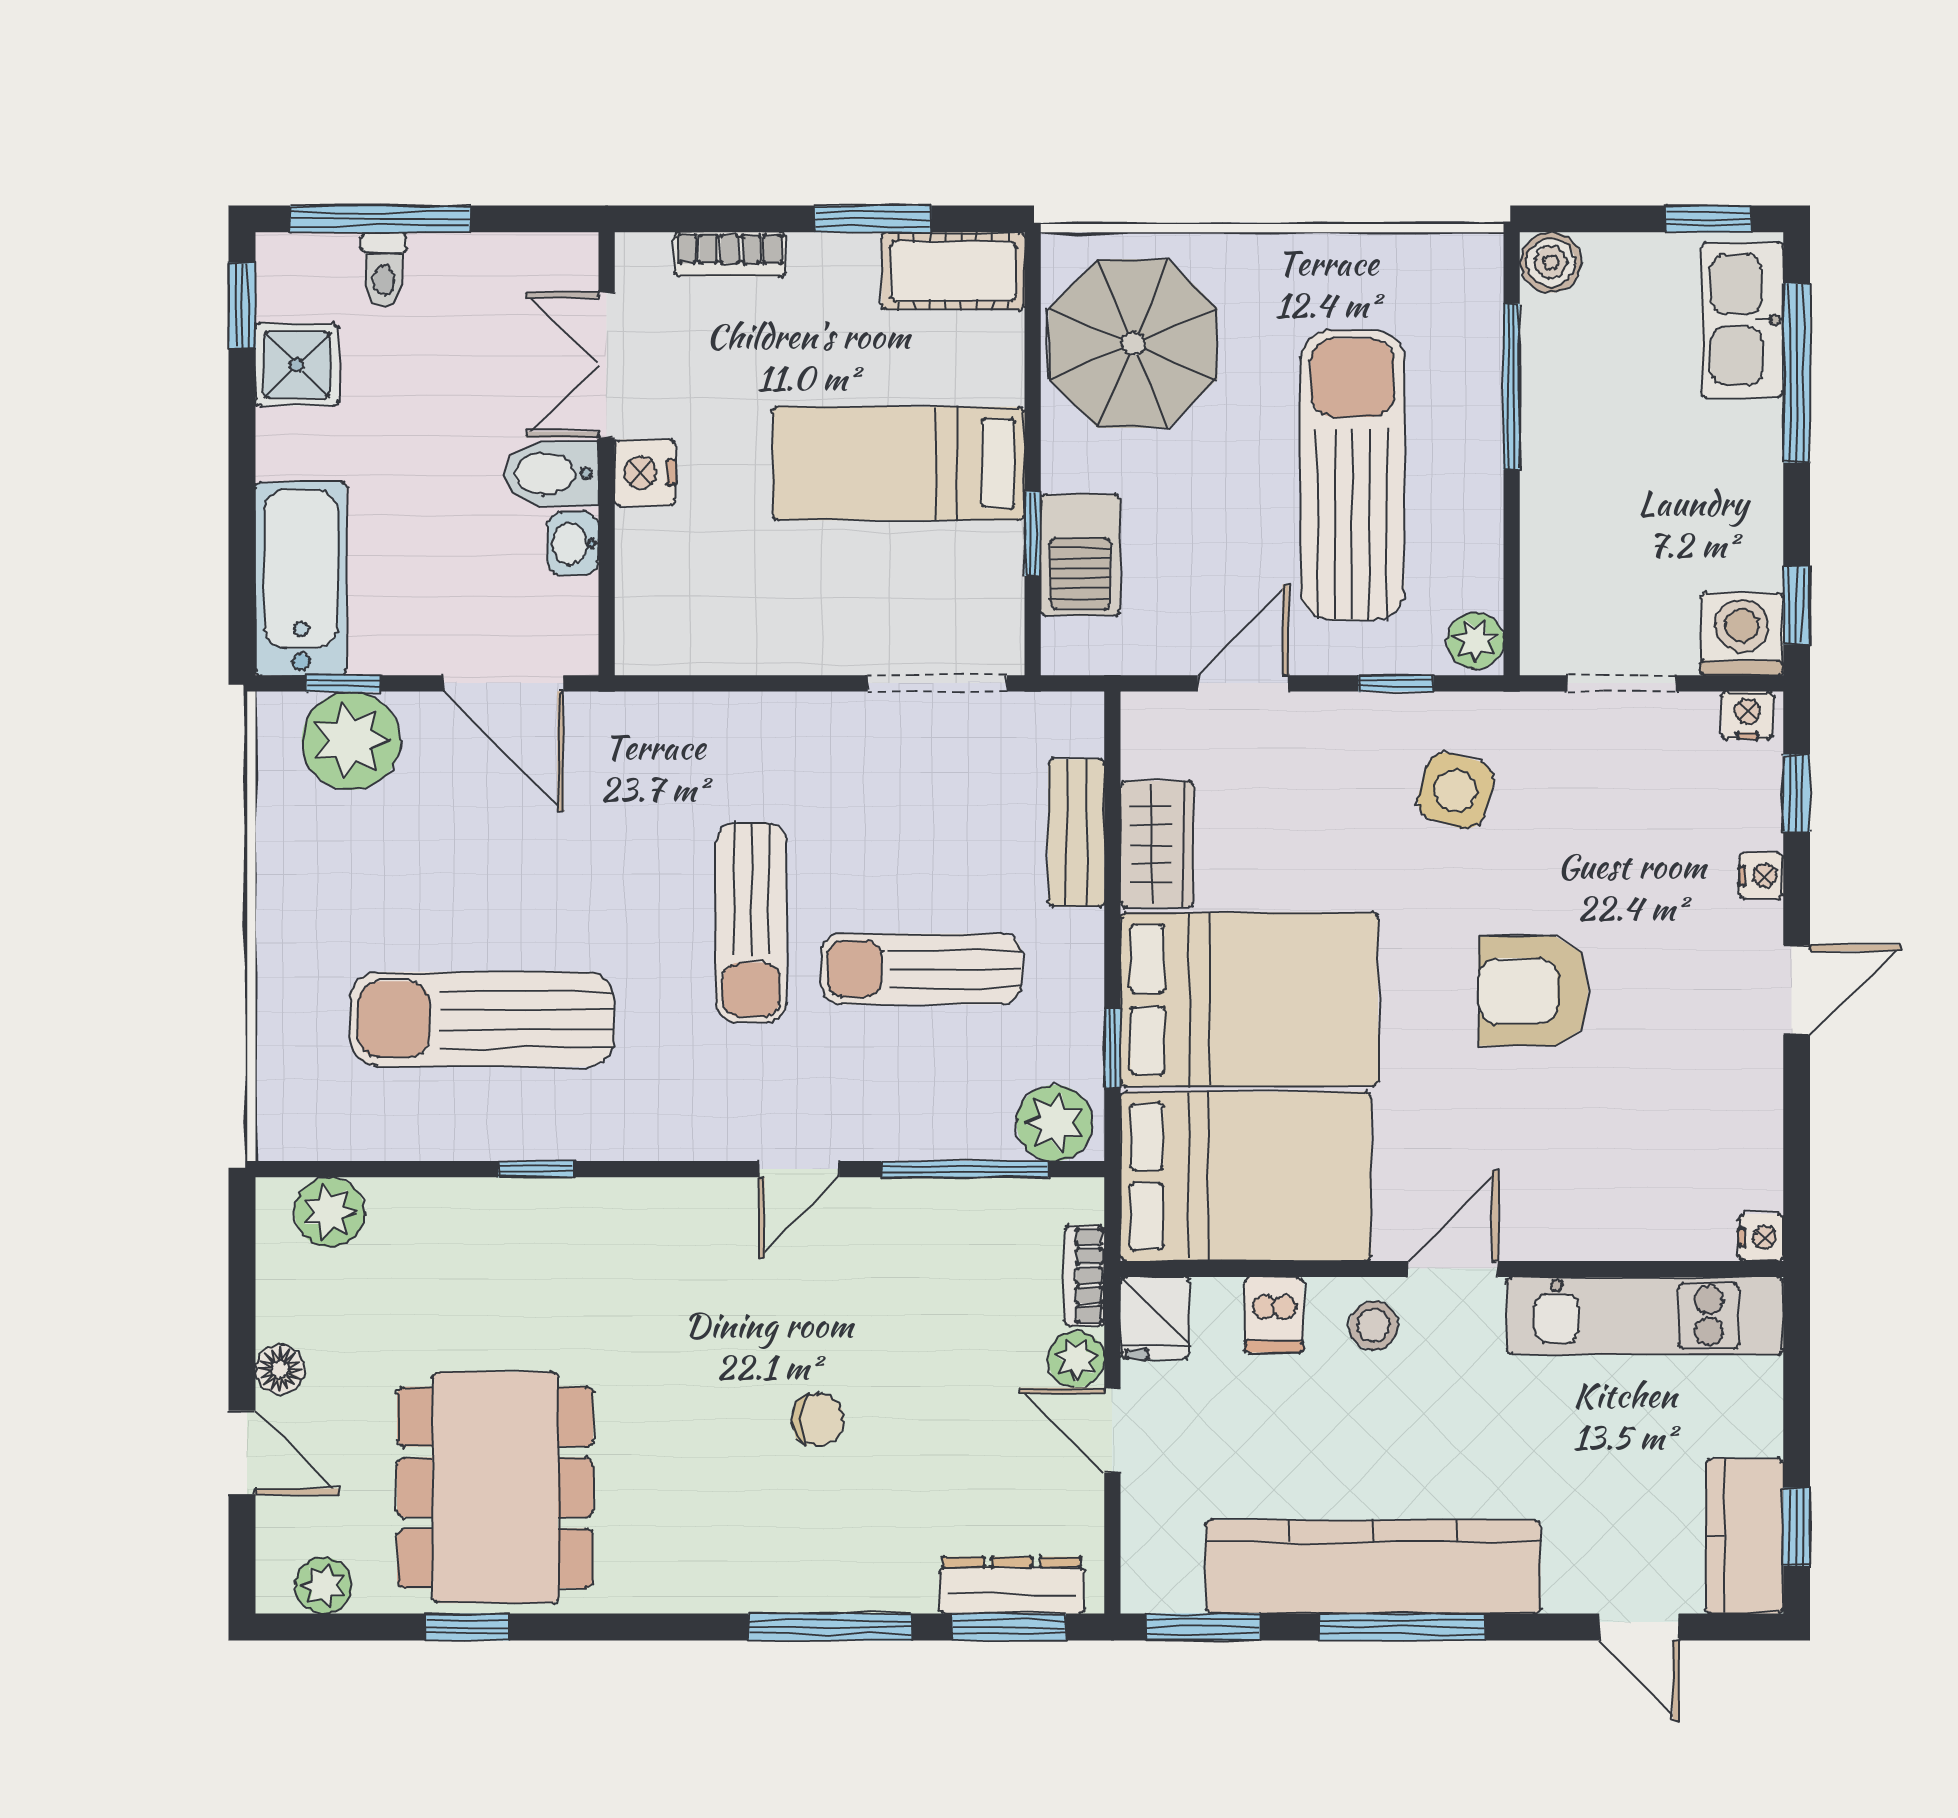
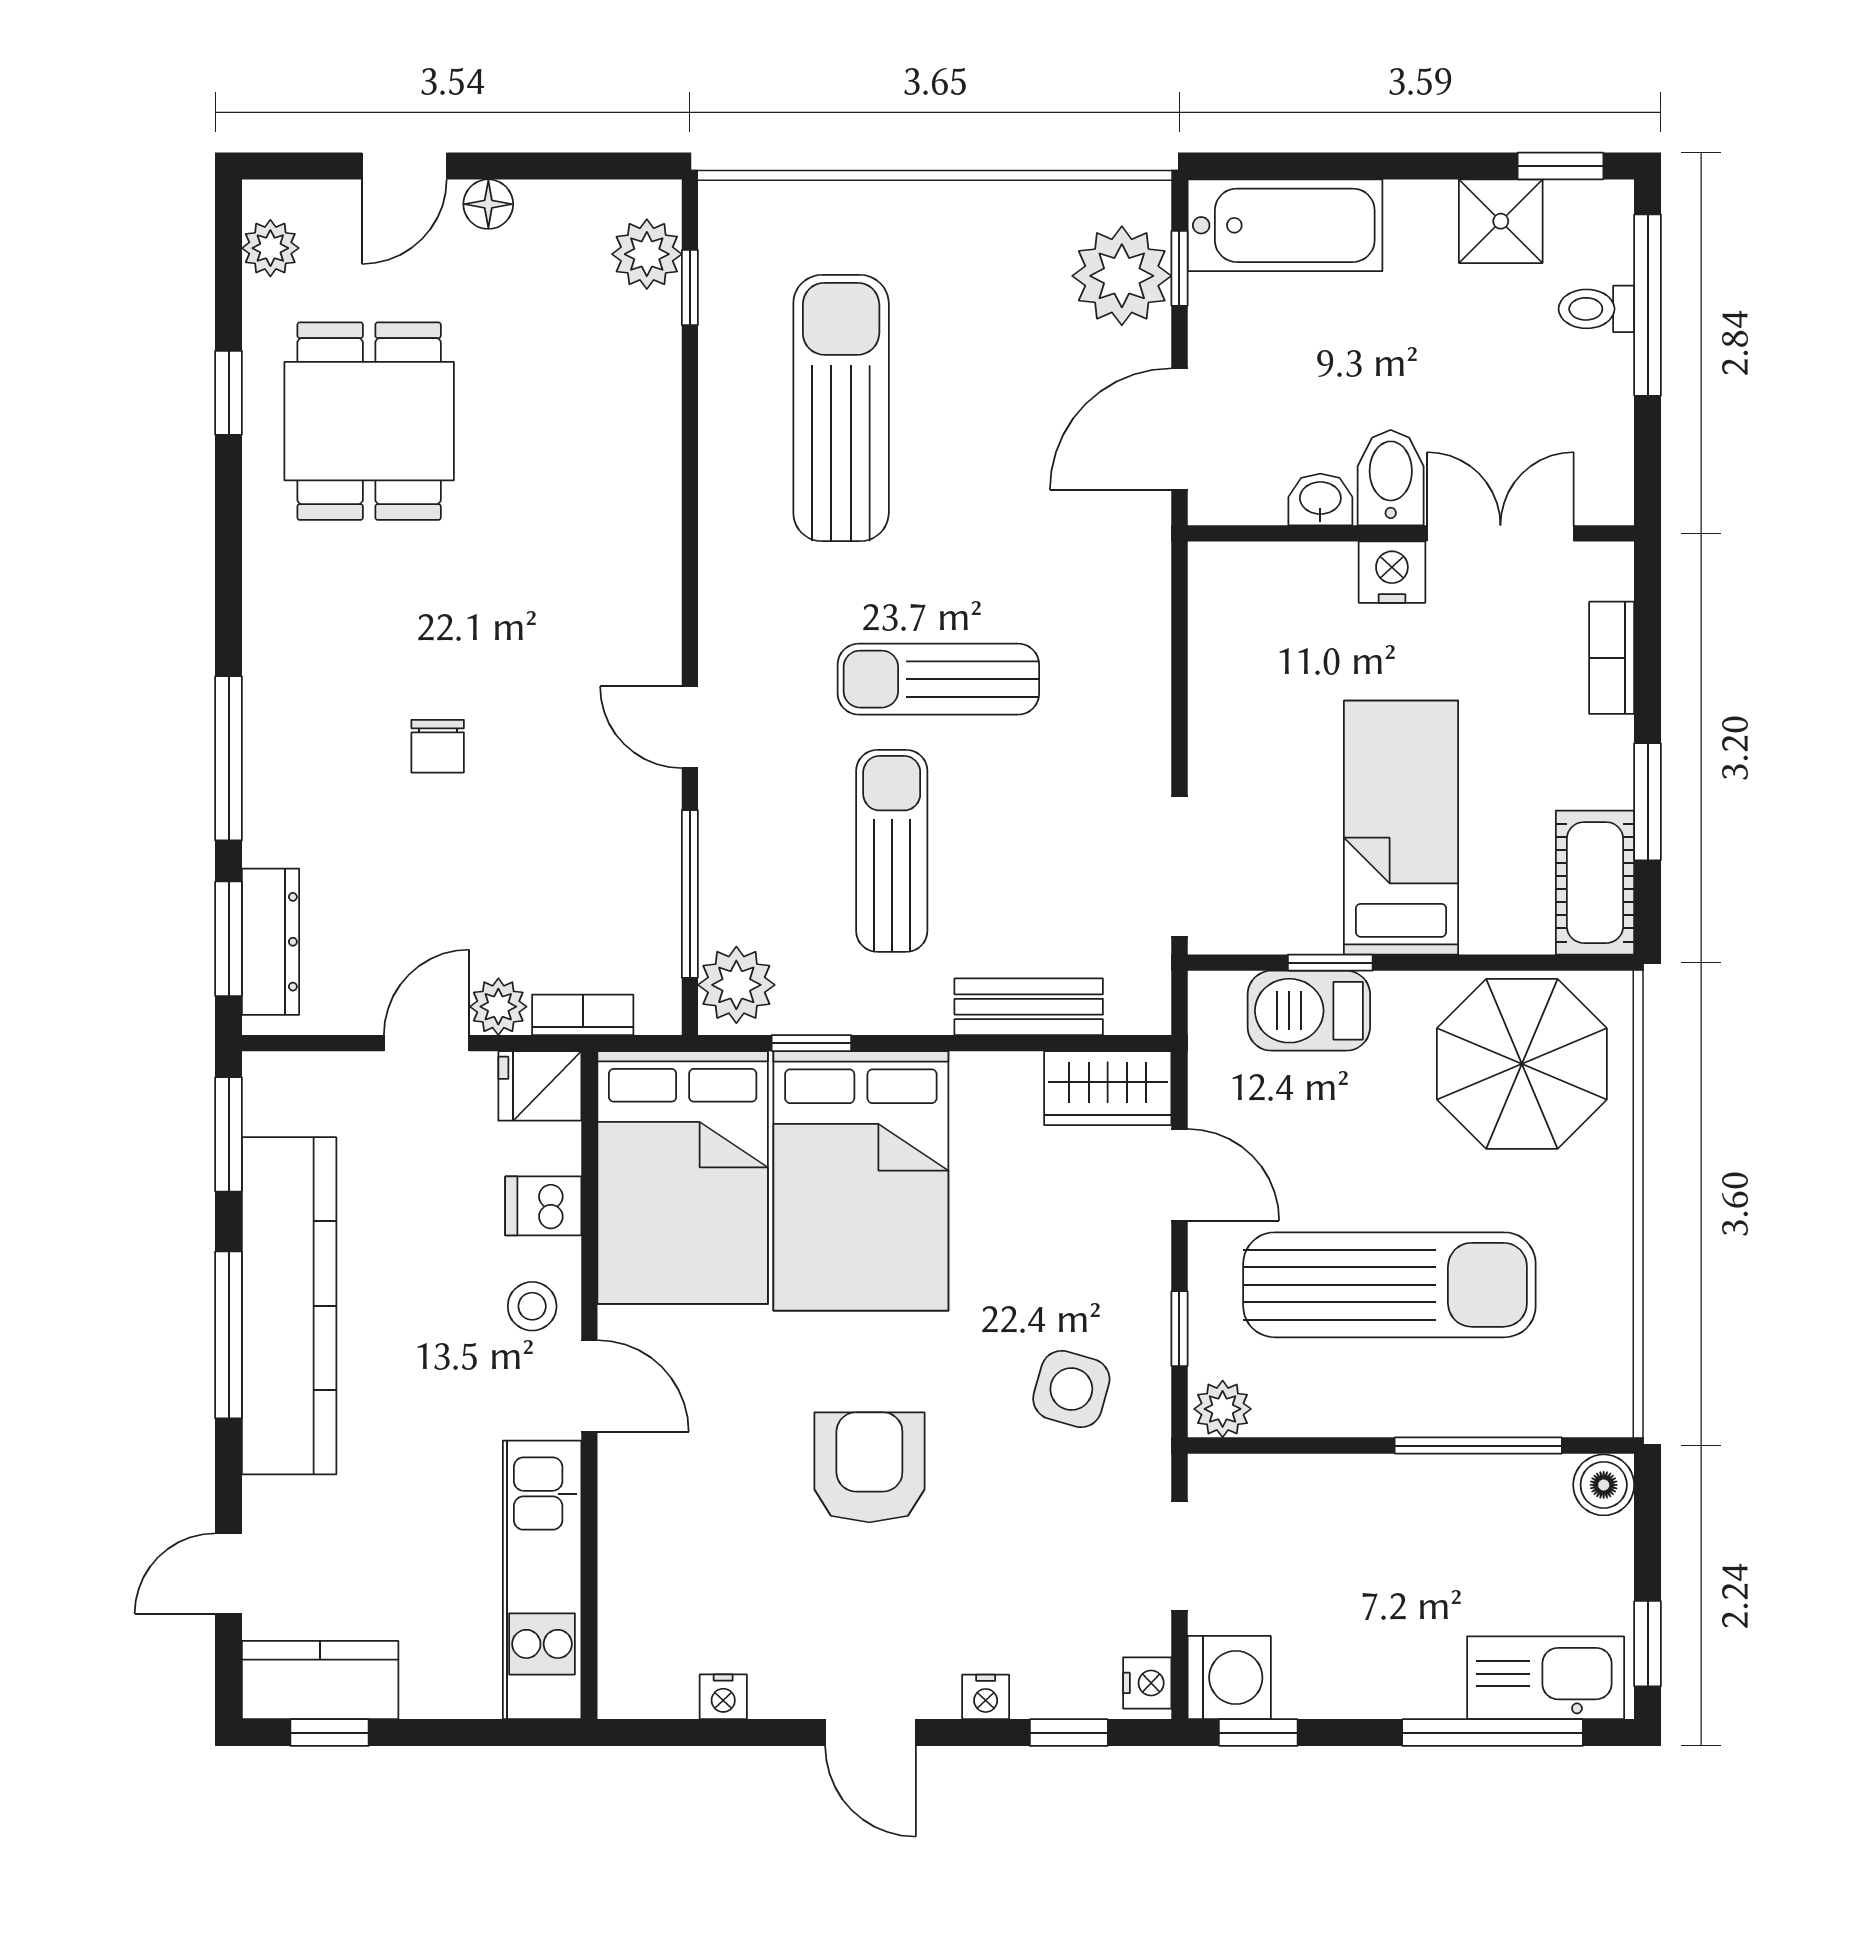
wardrobe: (1157, 844) -> (1108, 1088), moved
window: (536, 1169) -> (690, 288), moved
nightstand: (1761, 1238) -> (723, 1697), moved
dining table: (495, 1488) -> (369, 421), width x0.73

